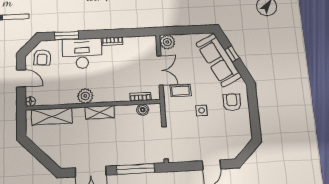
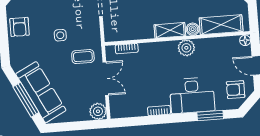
window: (232, 54) -> (26, 100), width x2.17
armchair: (42, 58) -> (236, 90), turned -95
double door: (160, 70) -> (106, 79), swing flipped
armchair: (232, 102) -> (20, 27), moved
boiler: (143, 110) -> (193, 29), moved

